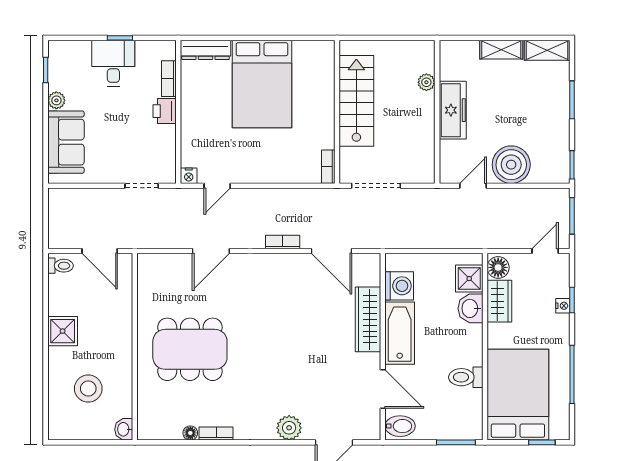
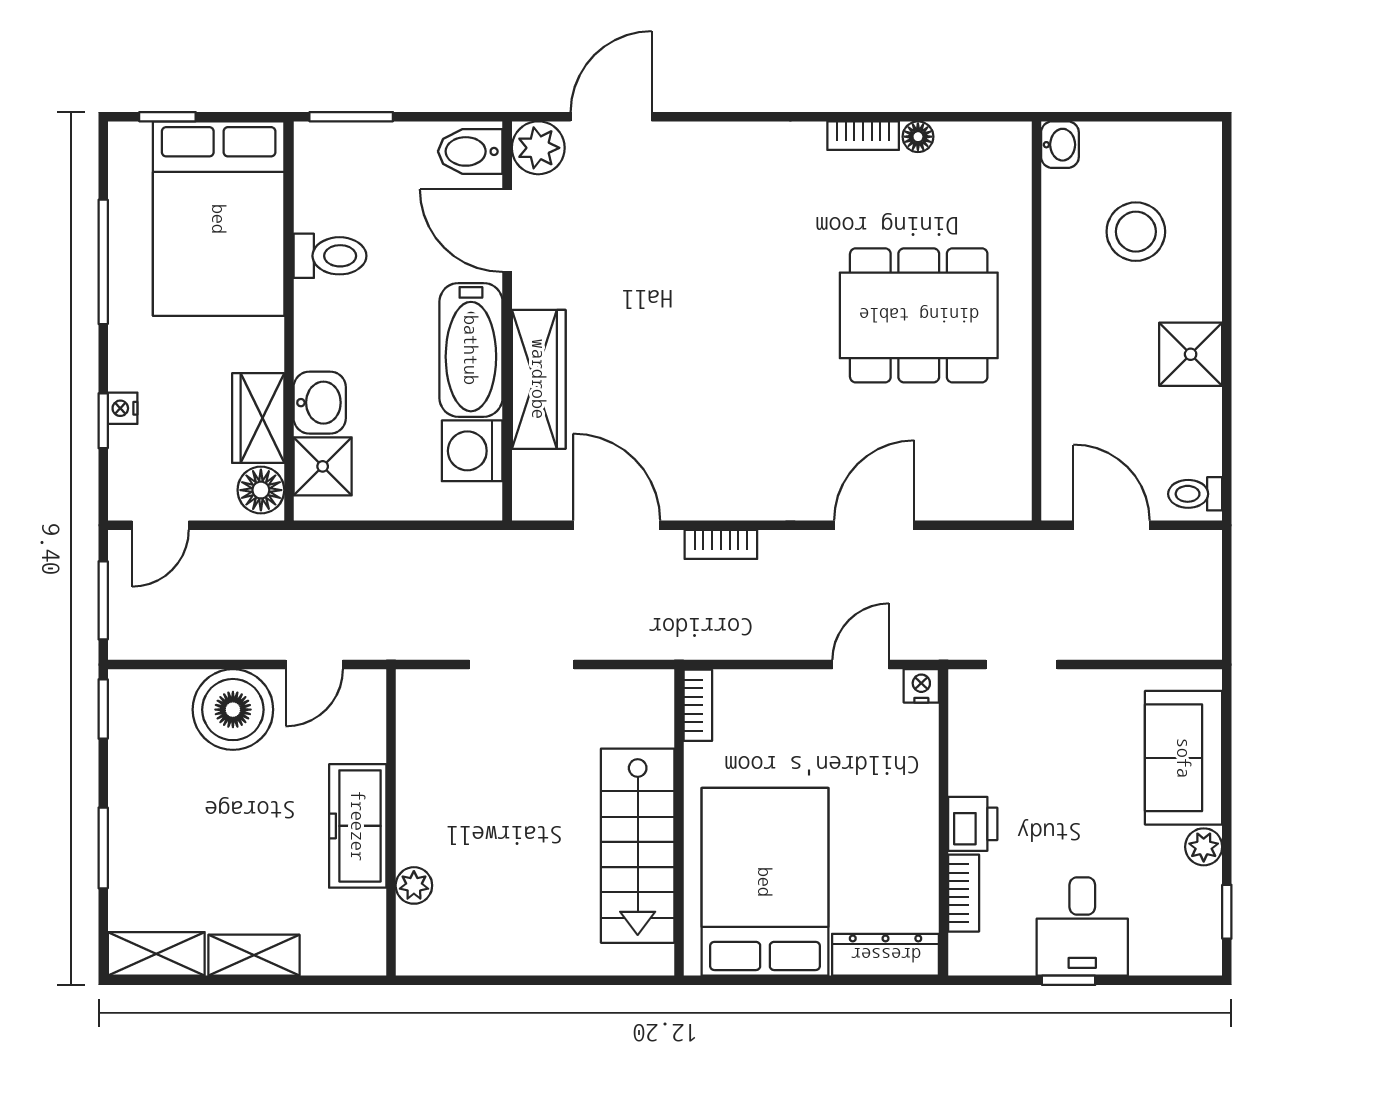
stairs: (356, 101) -> (638, 846), moved
wall: (337, 112) -> (679, 822), moved
bookcase: (328, 167) -> (698, 705), moved
plant: (289, 428) -> (538, 148), moved

